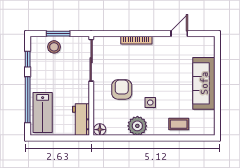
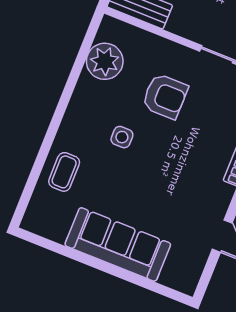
plant: (137, 126) -> (105, 61), moved
floor lamp: (100, 130) -> (110, 30), removed

